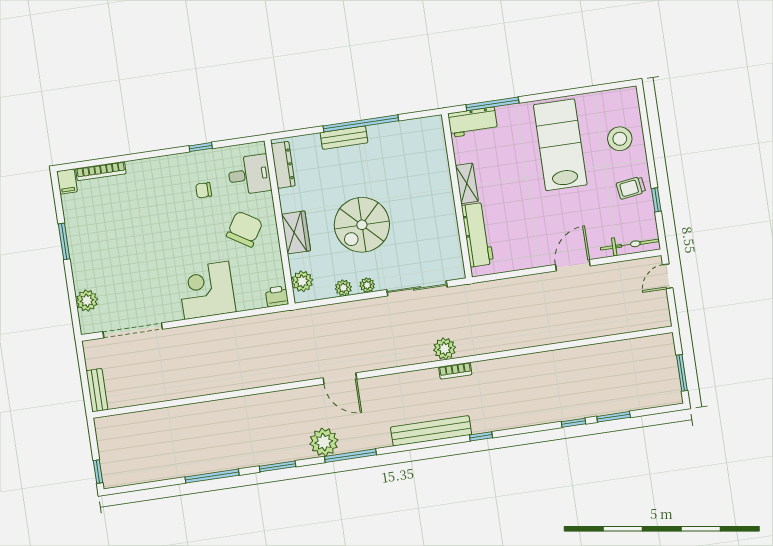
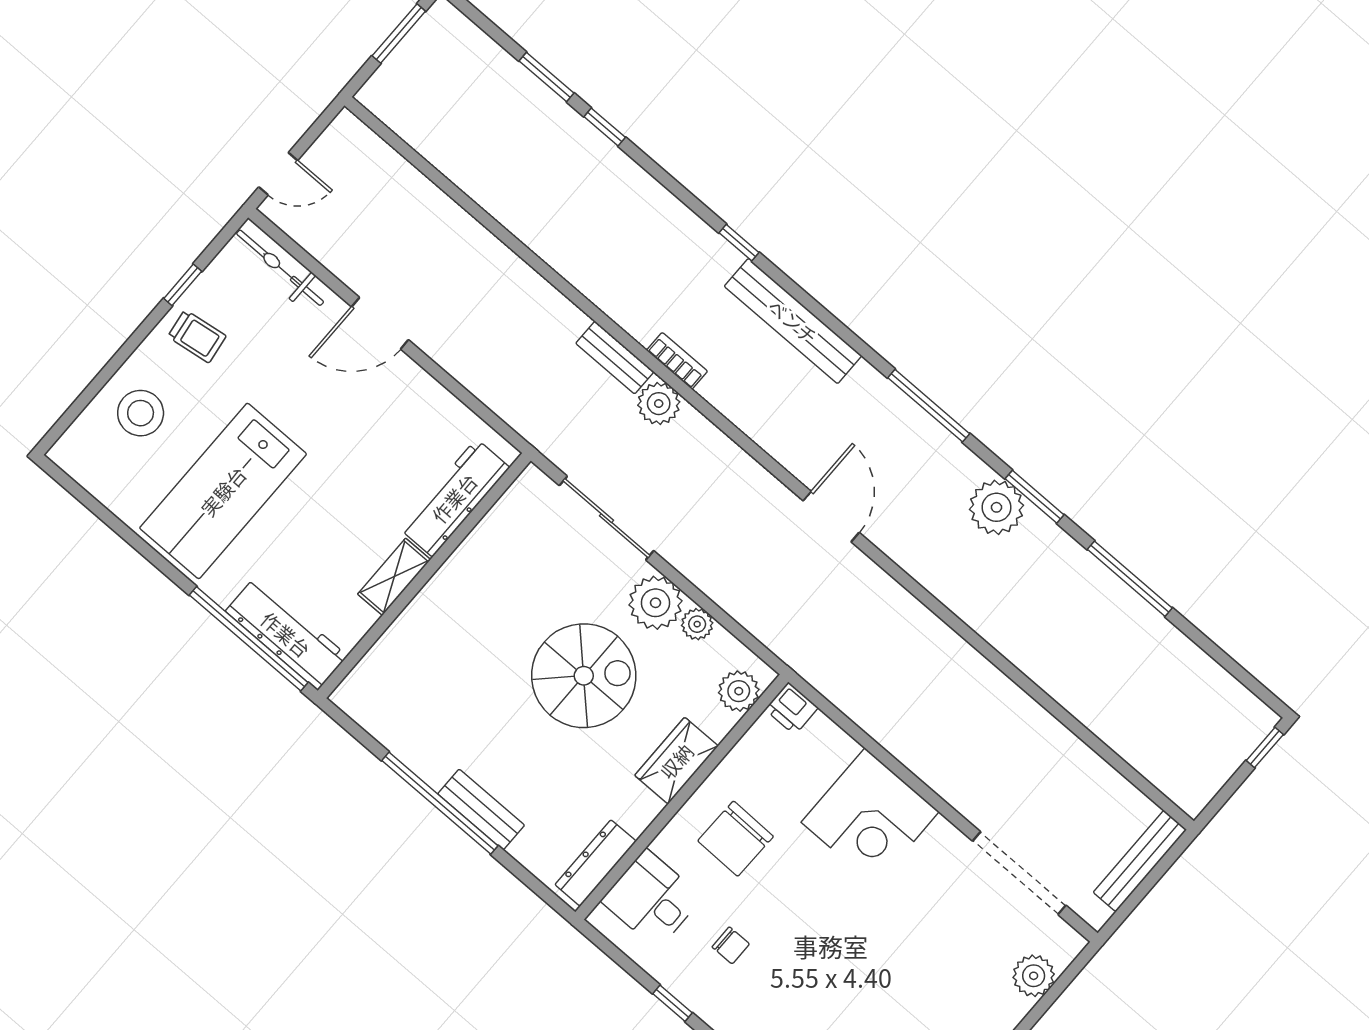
window: (492, 104) -> (249, 639), width x1.46
workbench: (473, 122) -> (286, 634), width x1.38
chair: (244, 229) -> (736, 839), turned -31
plant: (367, 285) -> (655, 603), width x1.87, depth x1.87
bench: (478, 347) -> (615, 357), added
bench: (97, 390) -> (1140, 861), width x1.36
plant: (324, 442) -> (996, 507), moved

